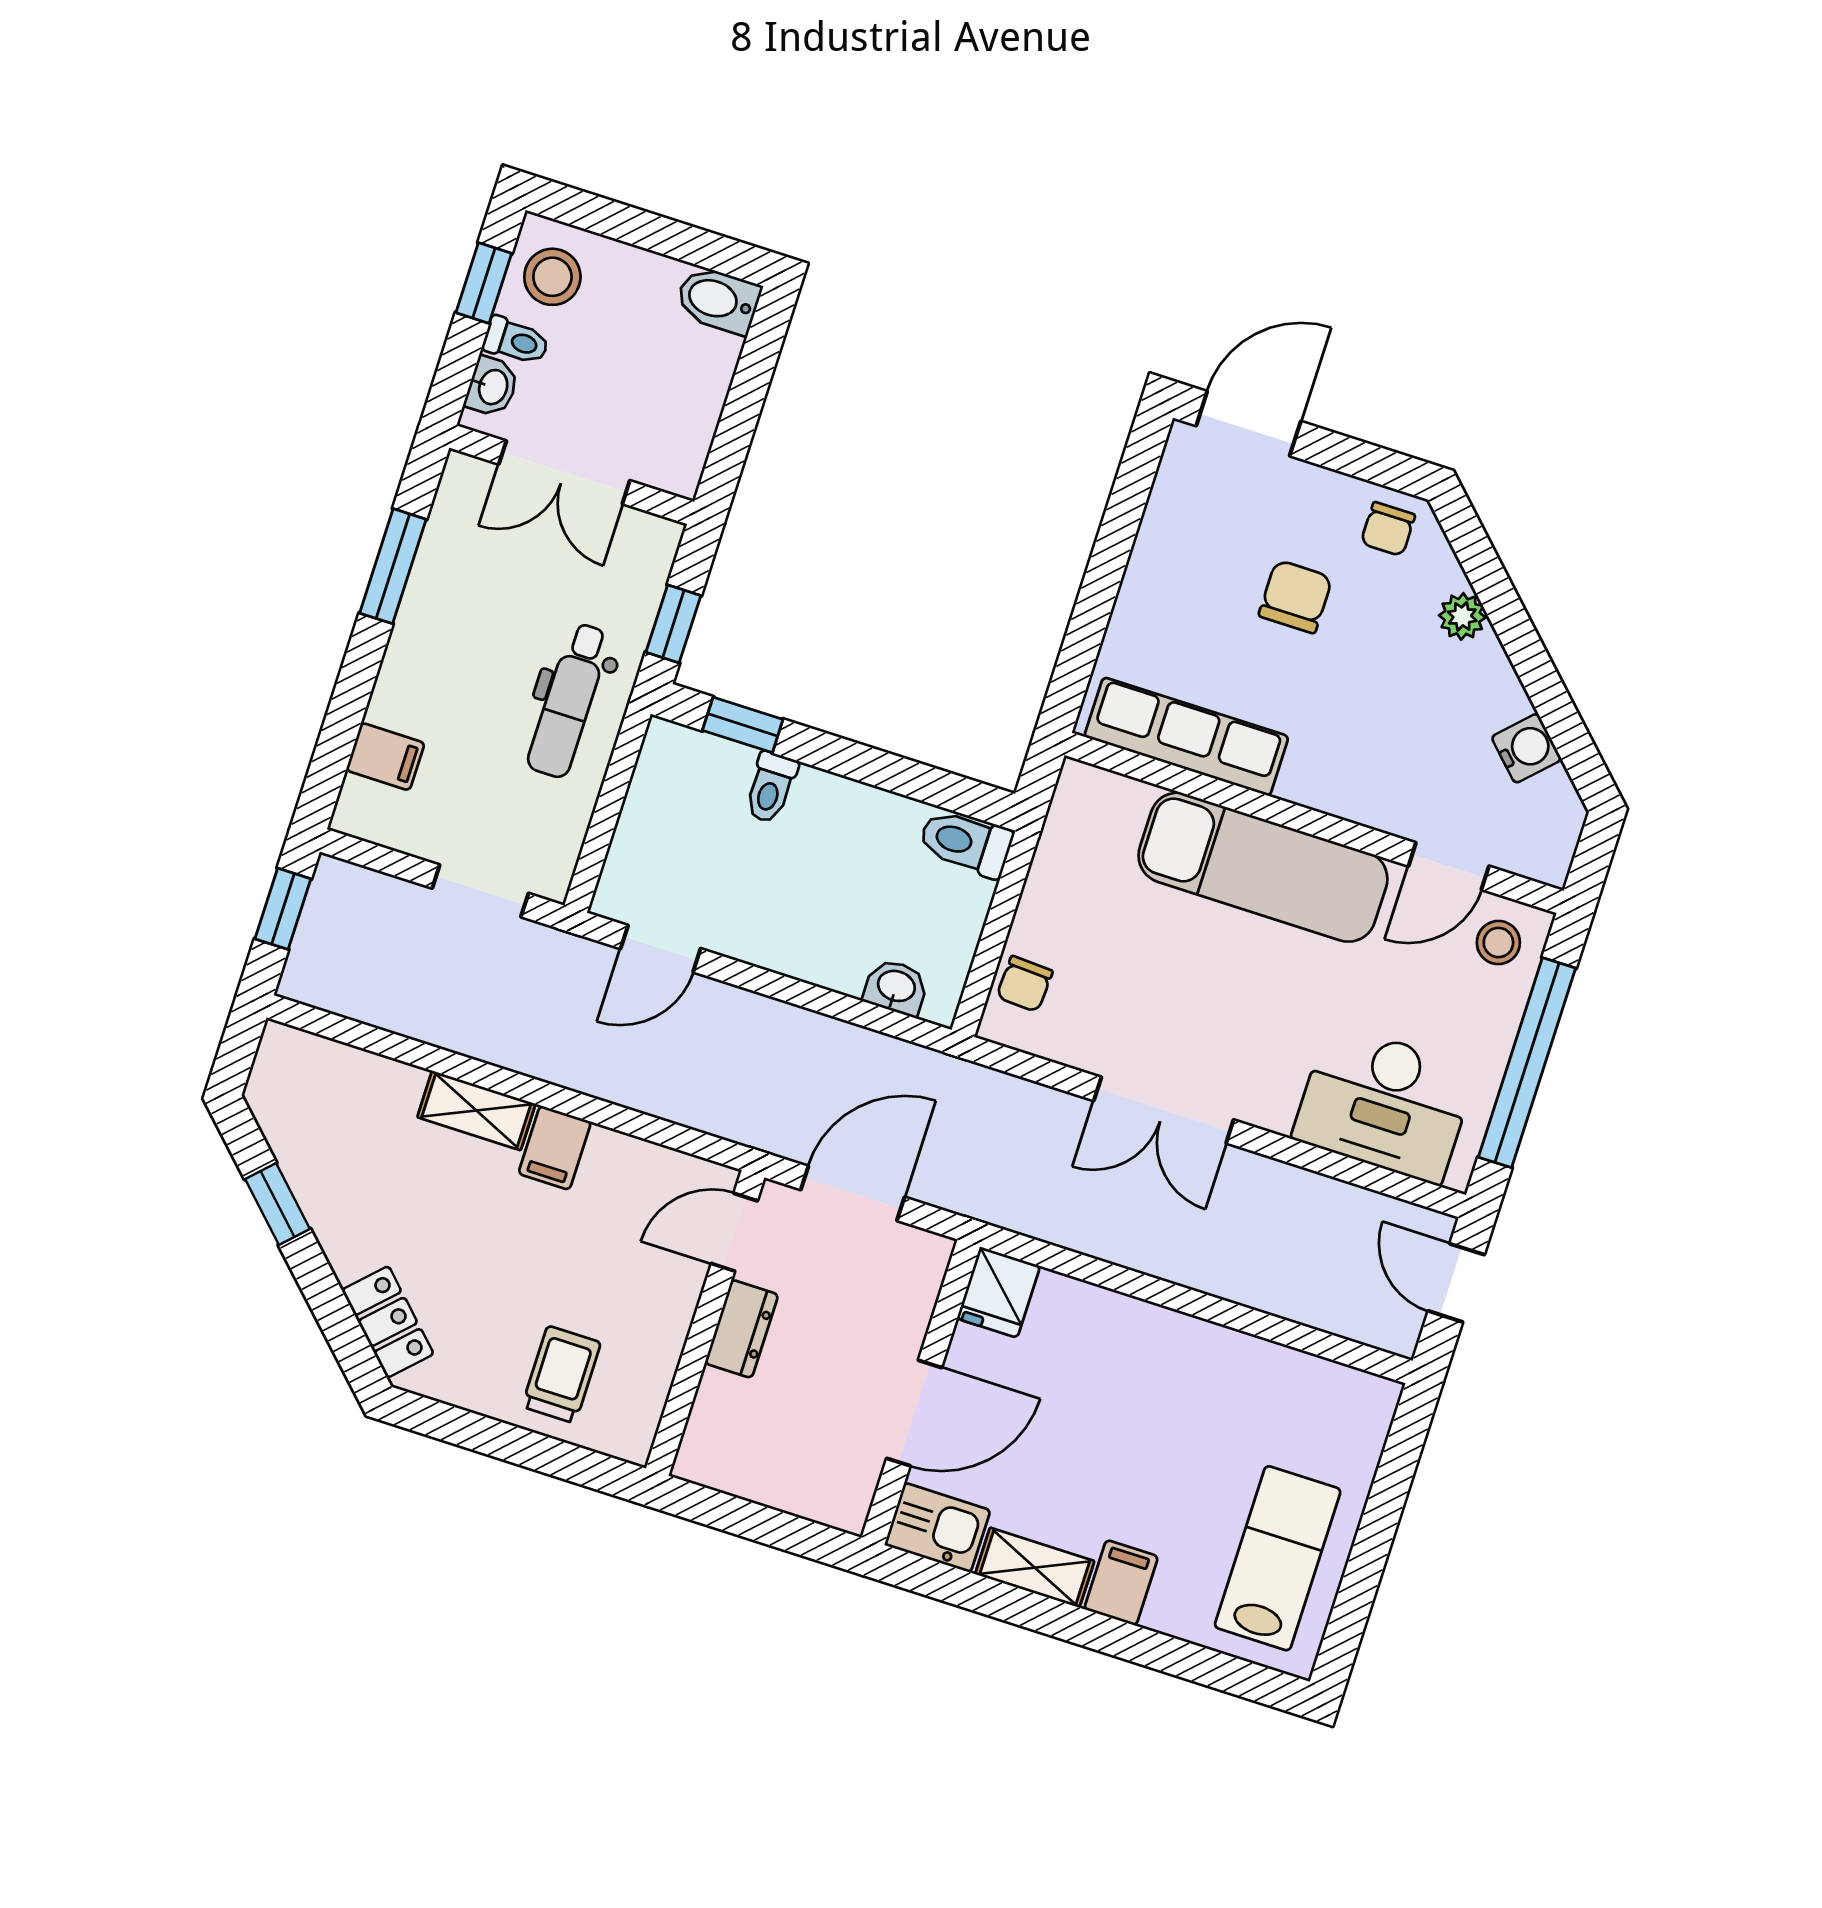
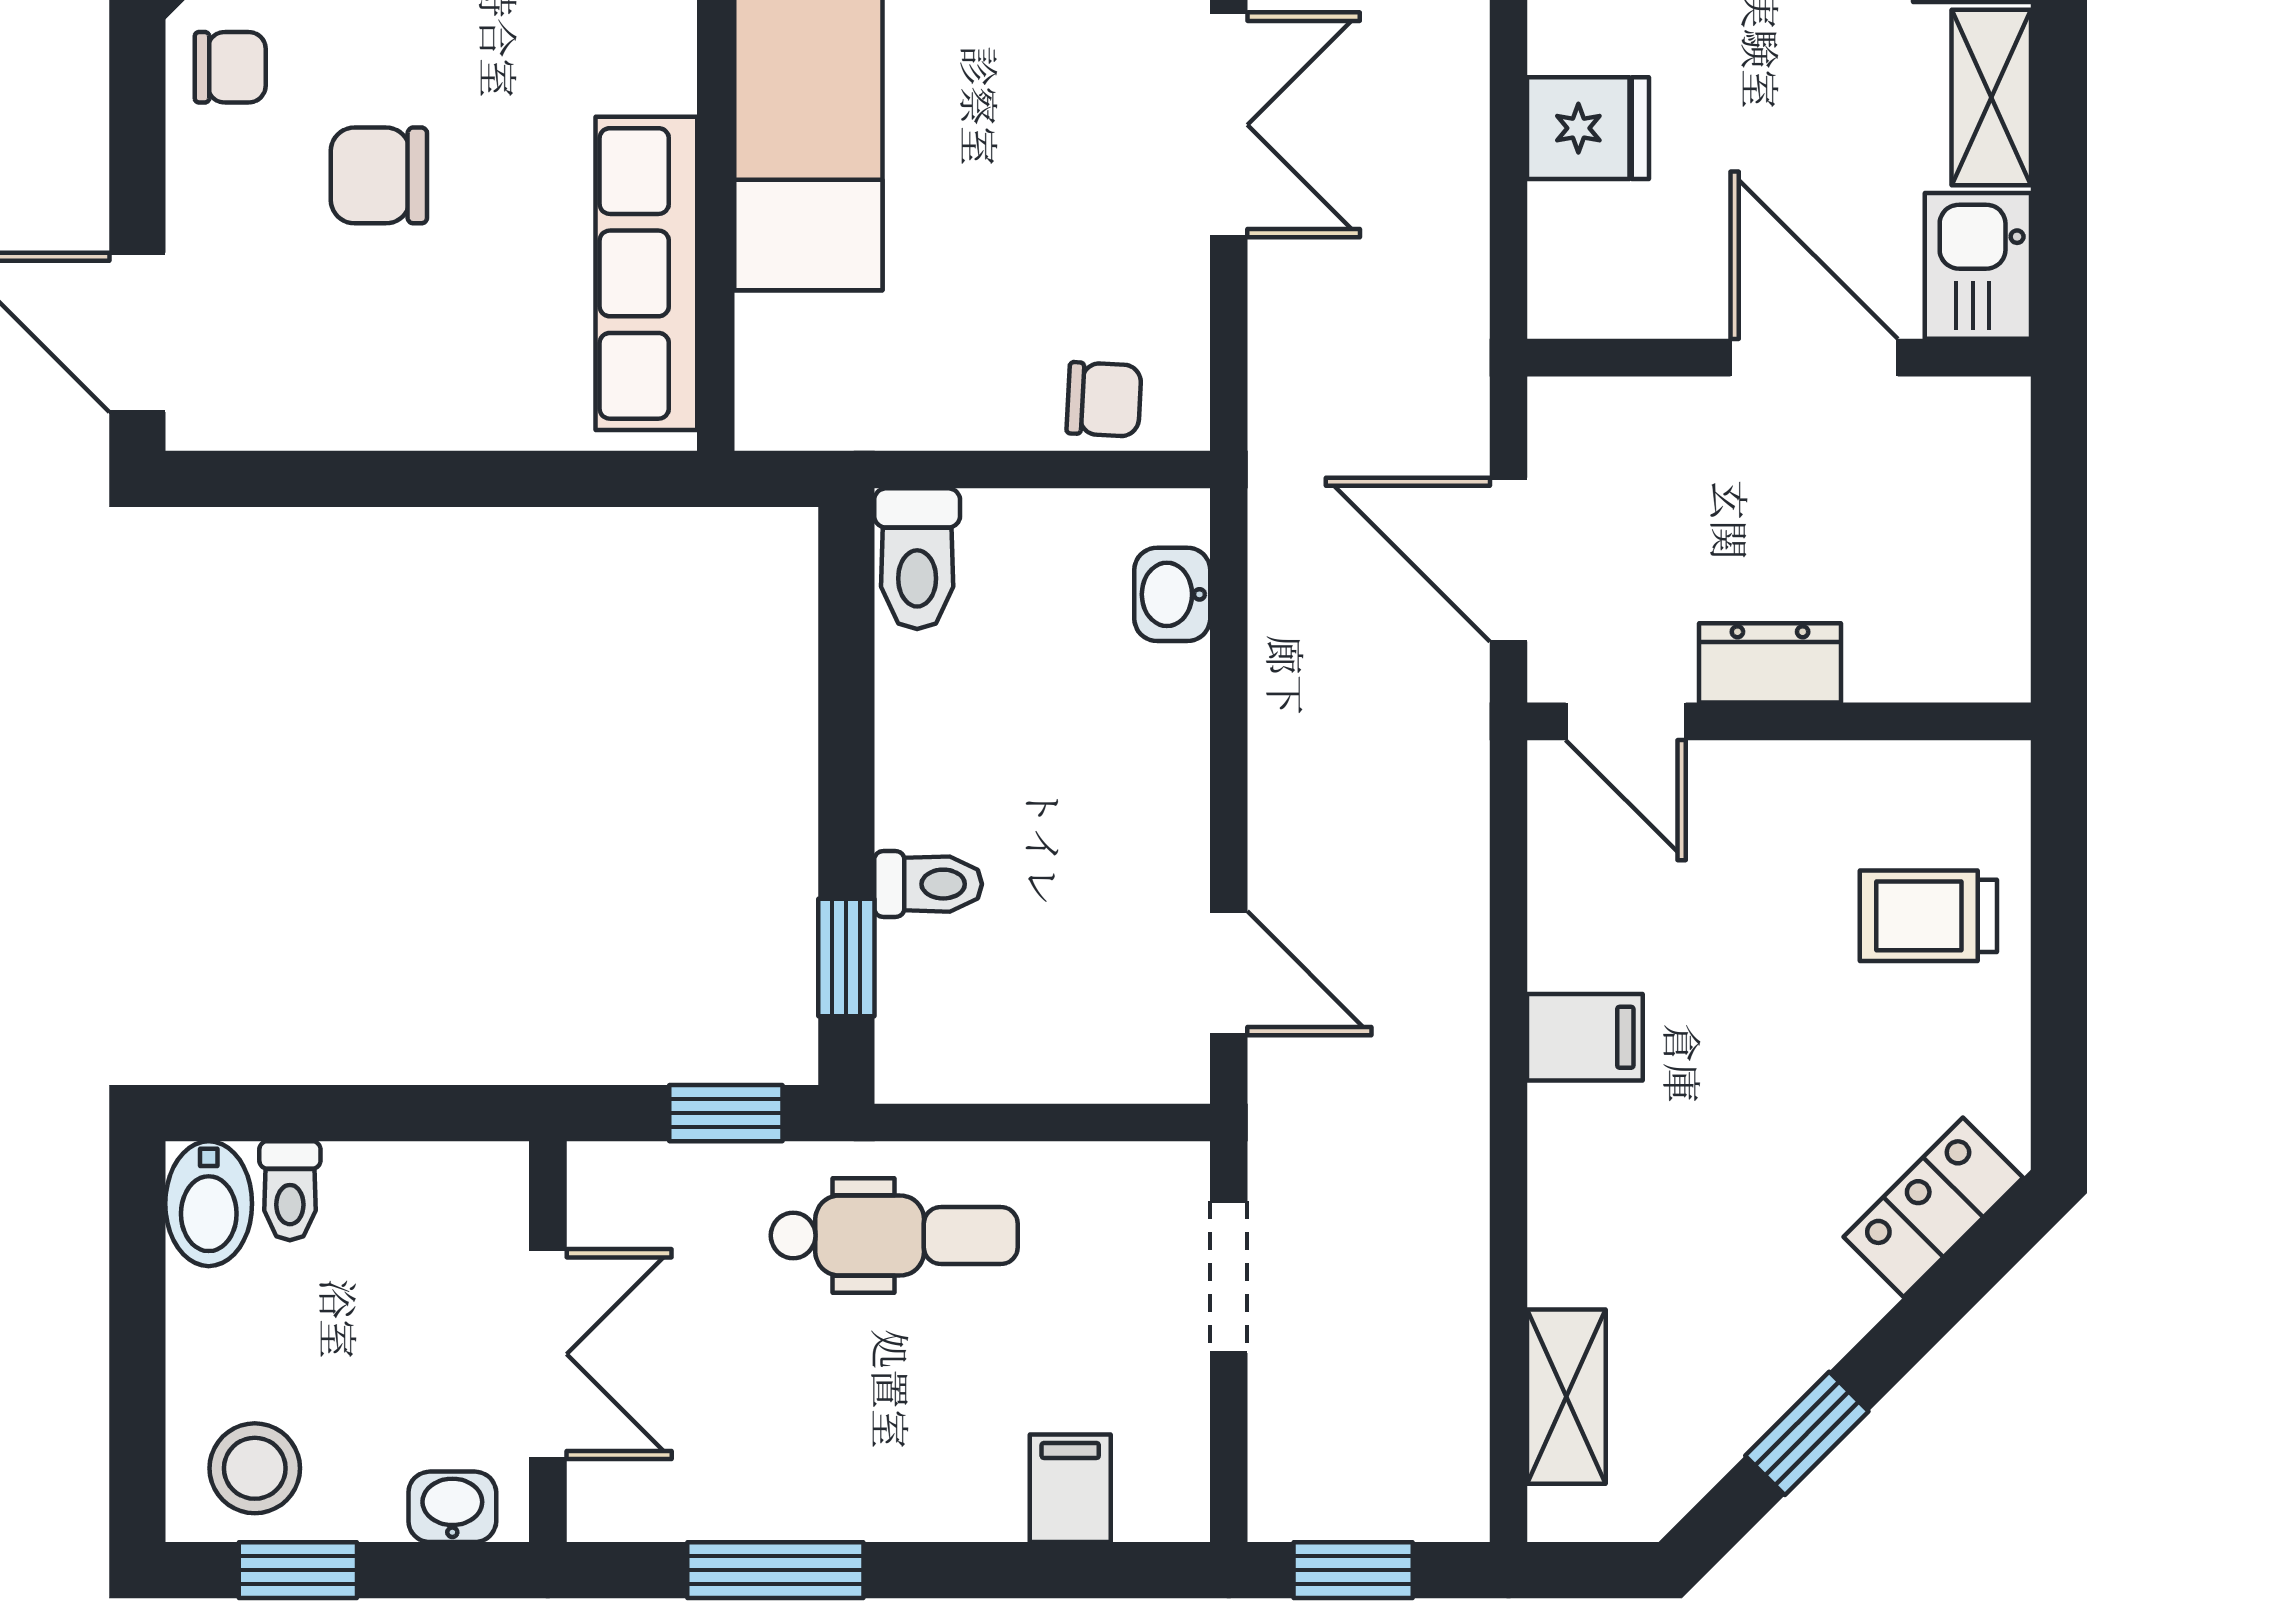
toilet: (516, 341) -> (290, 1191), moved, turned 180
shelving: (476, 1110) -> (1566, 1397), moved
fridge: (999, 1292) -> (1588, 128), moved

